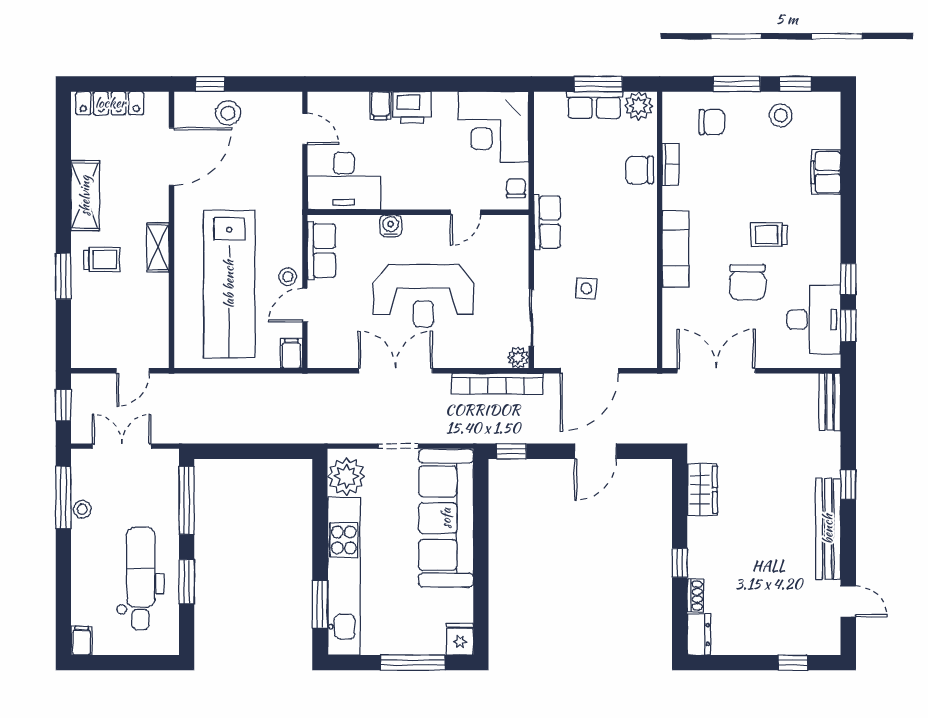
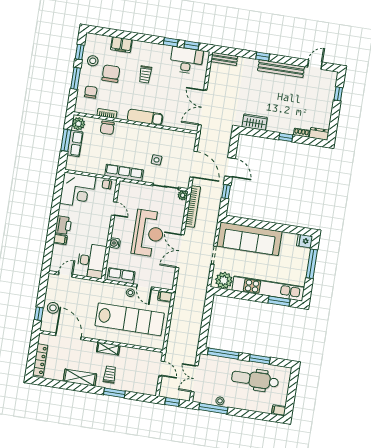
row of seats: (547, 222) -> (124, 173), width x1.48
chair: (748, 282) -> (111, 74), moved, turned -90
window: (511, 451) -> (226, 192), moved

